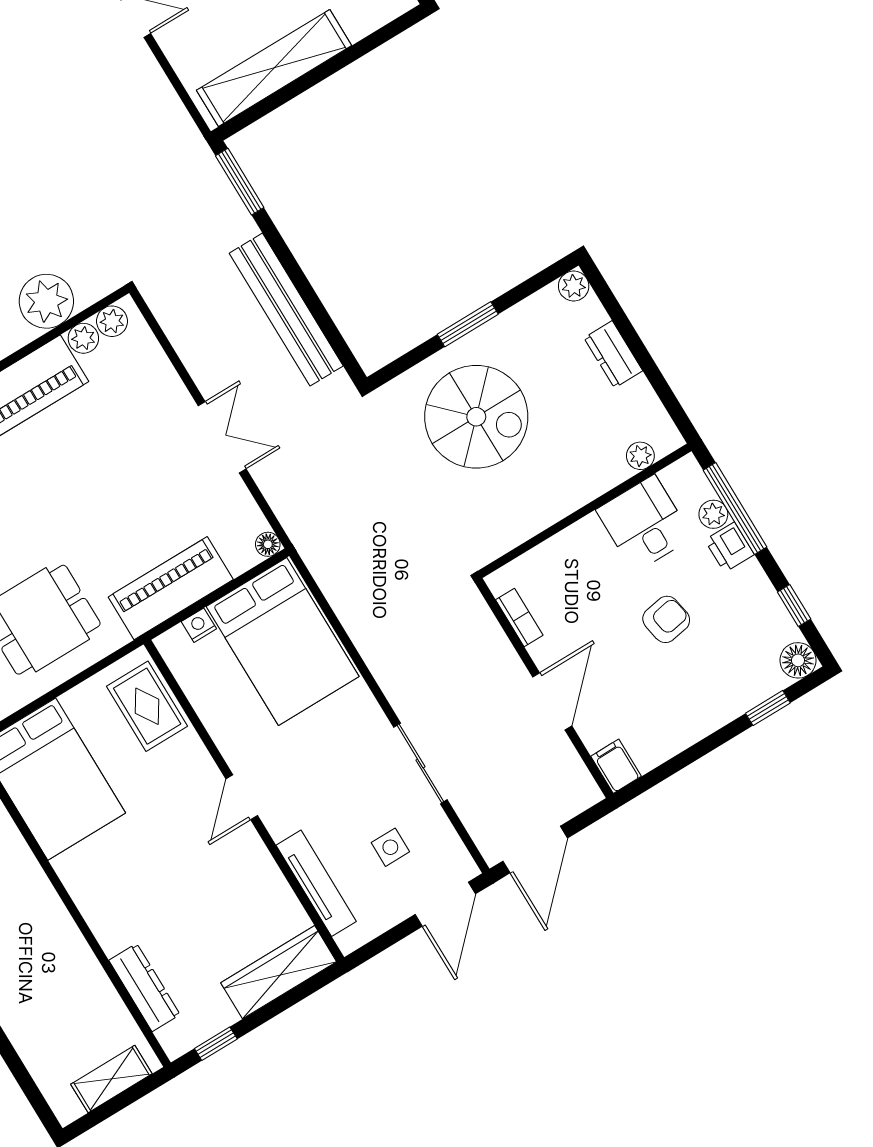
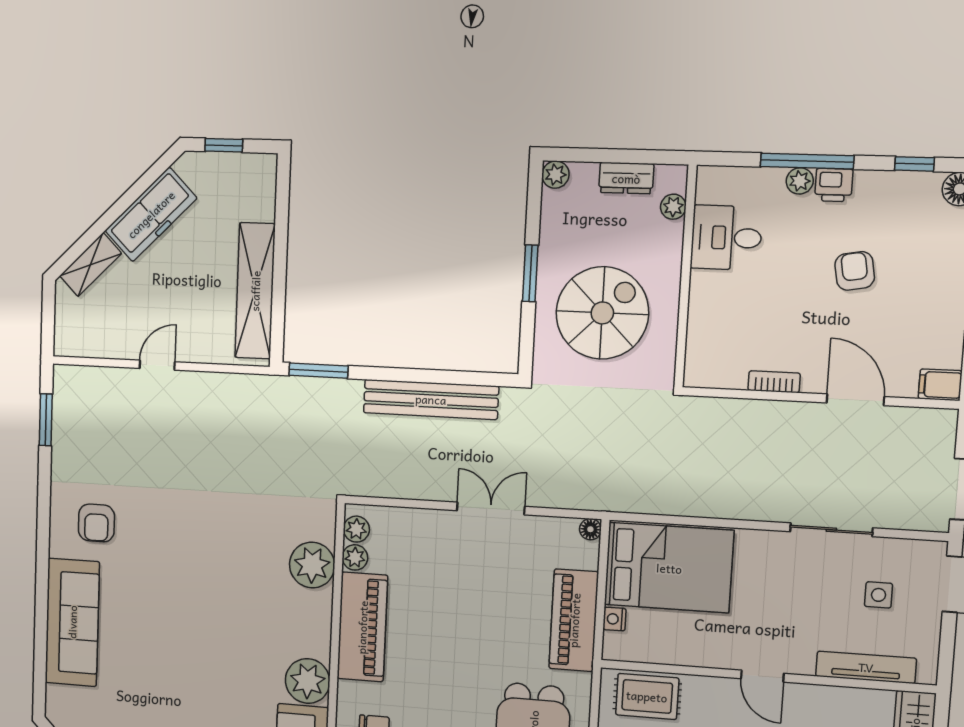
plant: (640, 456) -> (673, 207), moved
wall: (585, 511) -> (685, 277), moved
desk: (644, 524) -> (726, 238), moved

